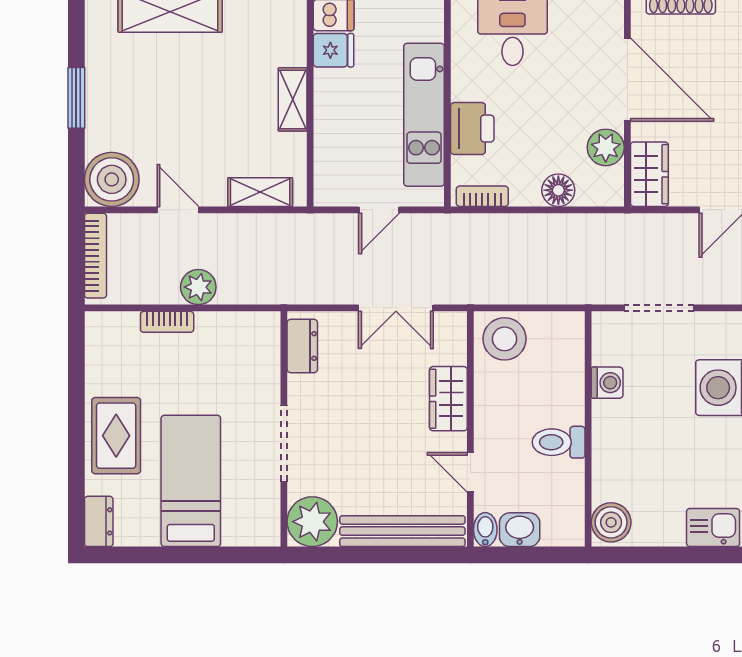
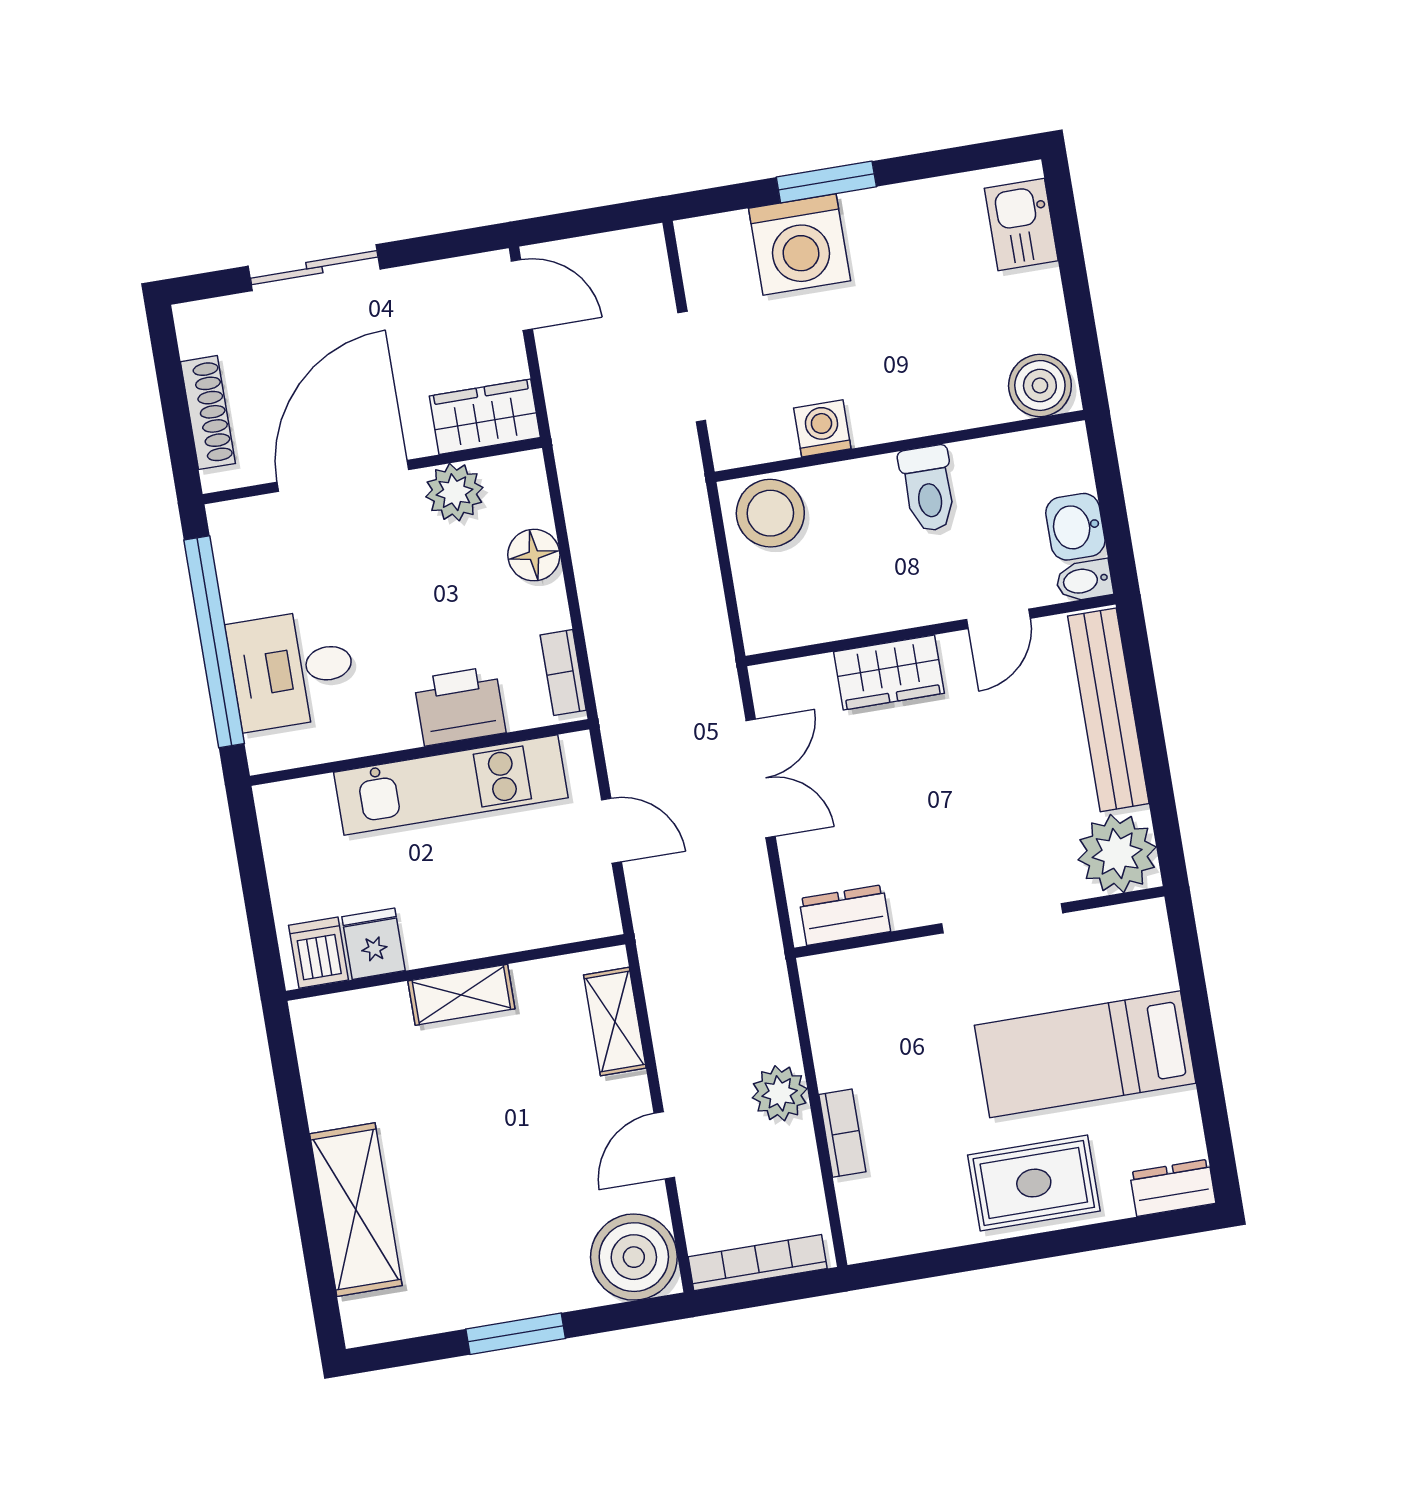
stool: (504, 339) -> (770, 513), moved

